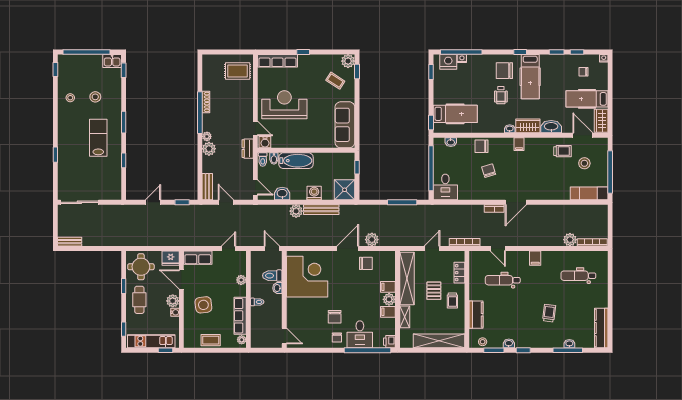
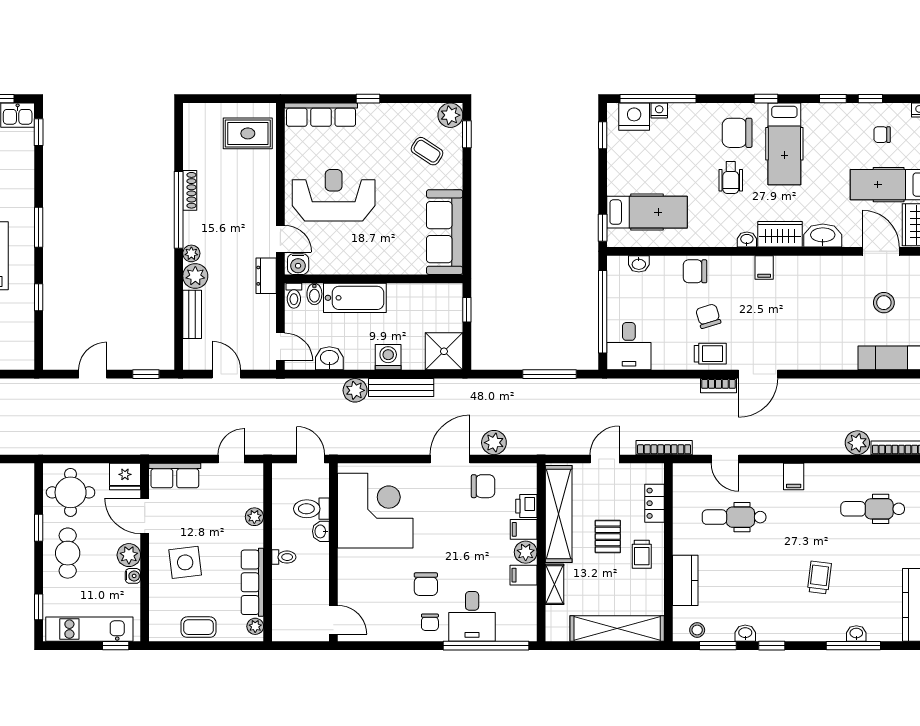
trolley: (563, 151) -> (710, 354), moved
bench: (207, 187) -> (192, 314), moved
printer: (389, 342) -> (526, 506), moved

